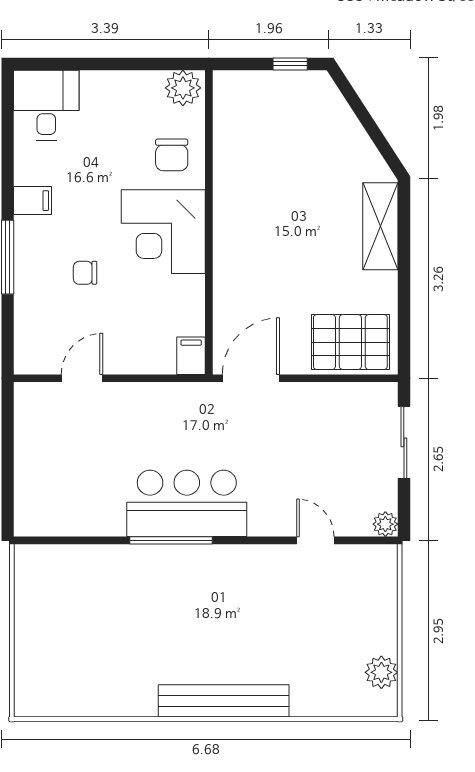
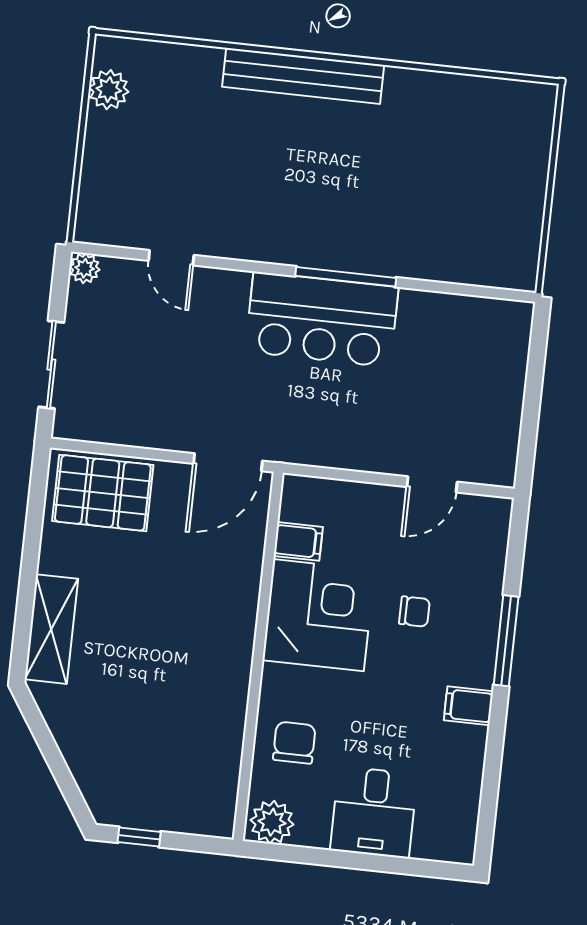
desk: (46, 105) -> (374, 812), moved
corner desk: (163, 232) -> (318, 615), moved
filing cabinet: (191, 356) -> (298, 541), moved, turned -90

